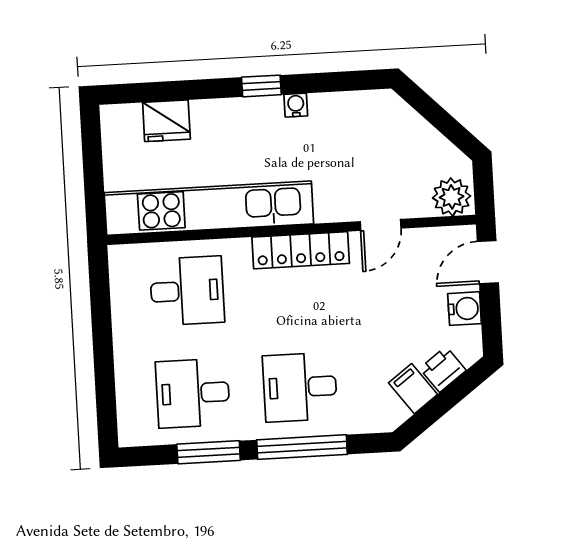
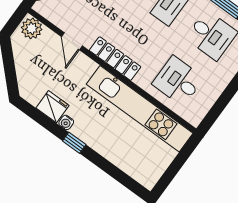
fridge: (166, 121) -> (53, 107), moved
door: (381, 225) -> (72, 41), swing flipped

